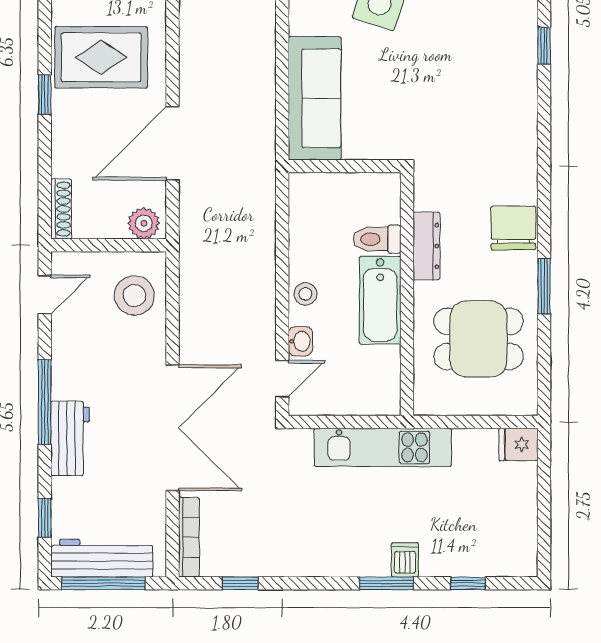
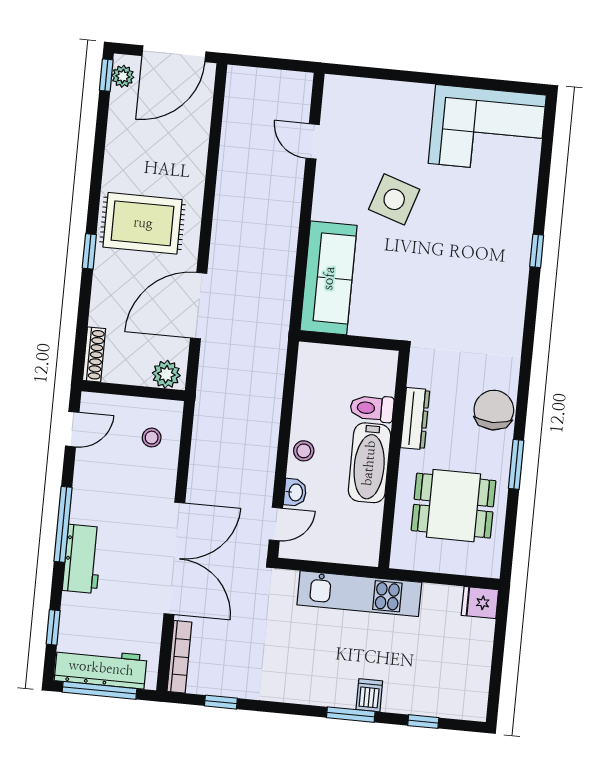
stool: (134, 296) -> (152, 438), width x0.53, depth x0.53

